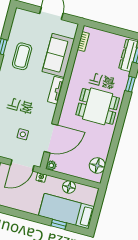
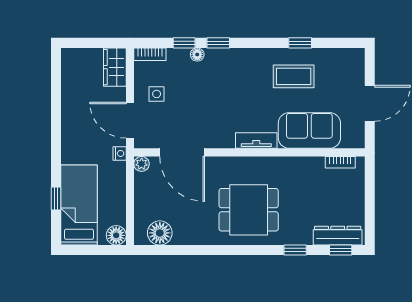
dining table: (98, 106) -> (249, 210), turned 90
side table: (23, 134) -> (157, 94), moved
floor lamp: (69, 187) -> (116, 235), moved

